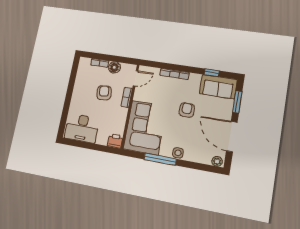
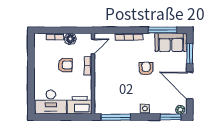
window: (212, 73) -> (163, 30), width x2.17
armchair: (104, 93) -> (65, 65), turned 97
corner sofa: (145, 127) -> (111, 91), removed
printer: (115, 141) -> (79, 105), width x1.87, depth x1.48
window: (160, 159) -> (116, 117), moved
window: (205, 168) -> (170, 117), added

